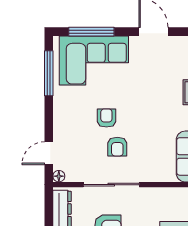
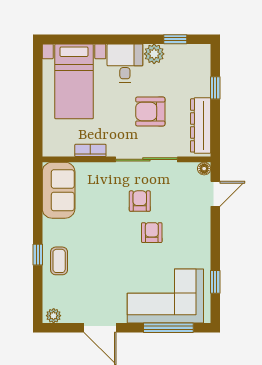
window: (49, 73) -> (215, 282), width x0.46
armchair: (106, 118) -> (152, 233), turned 180
bookcase: (162, 193) -> (90, 150), added

